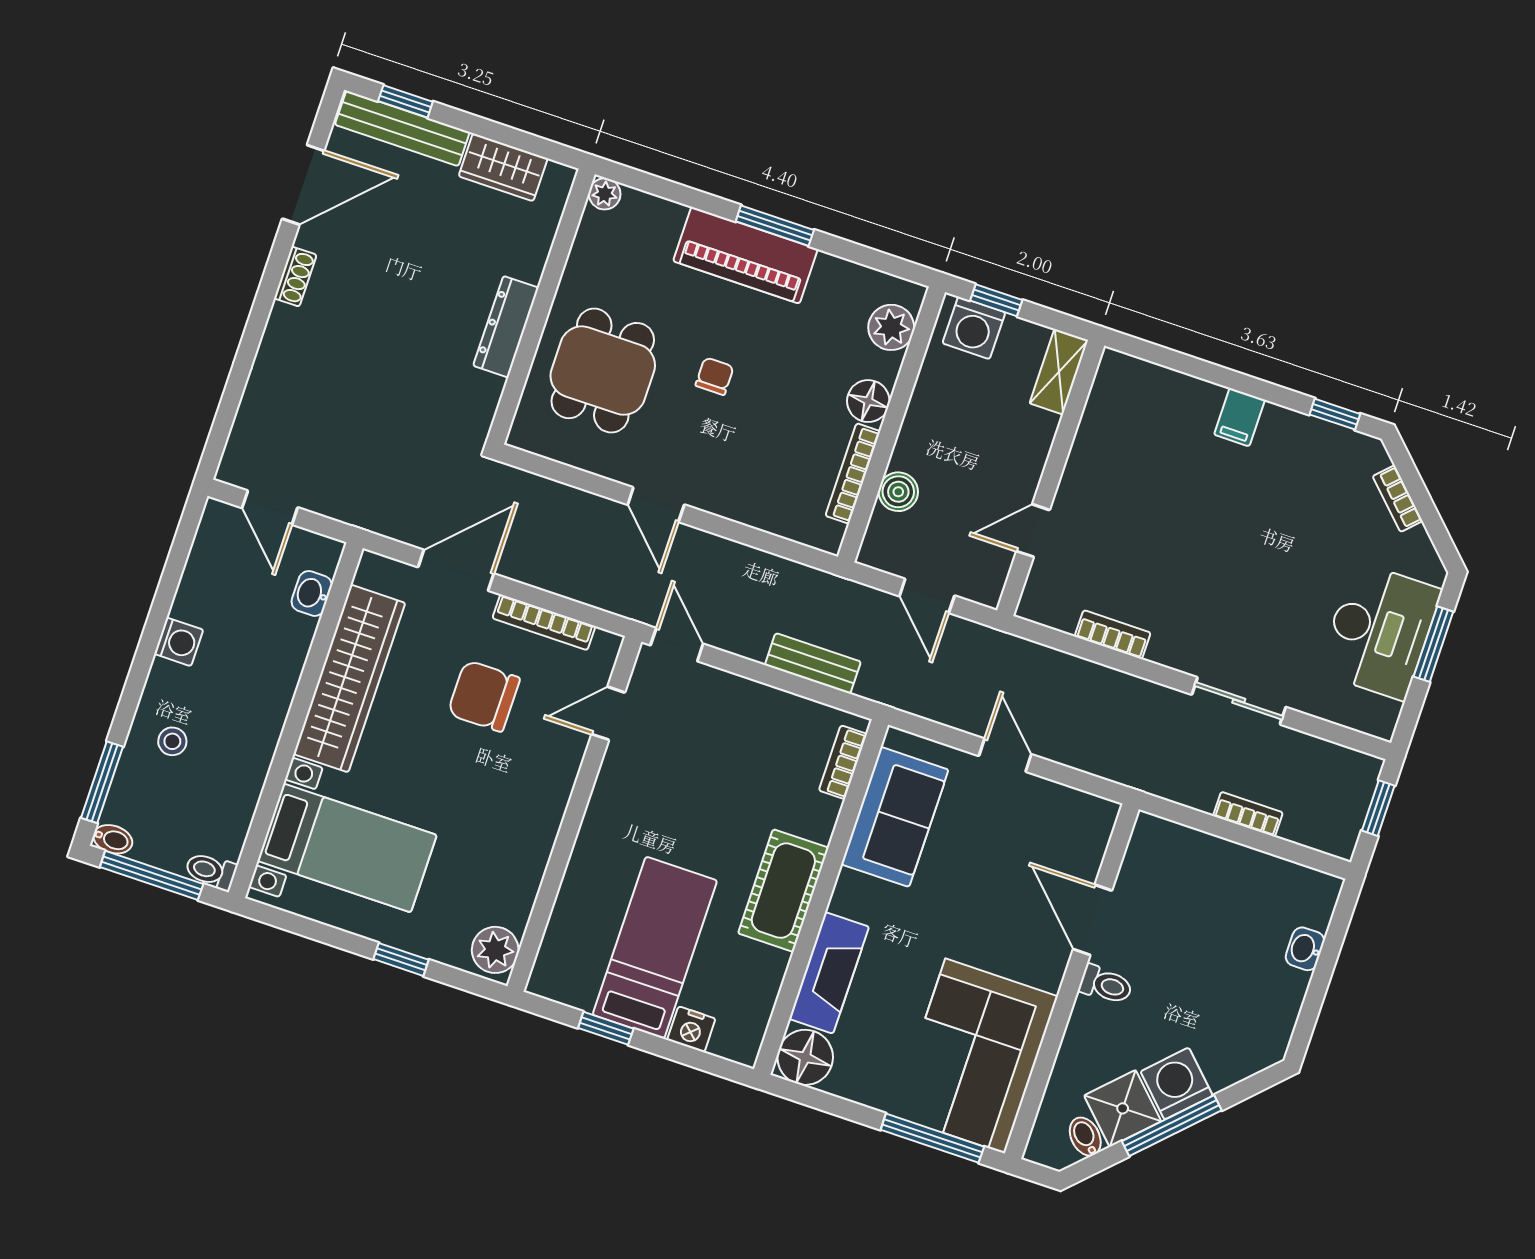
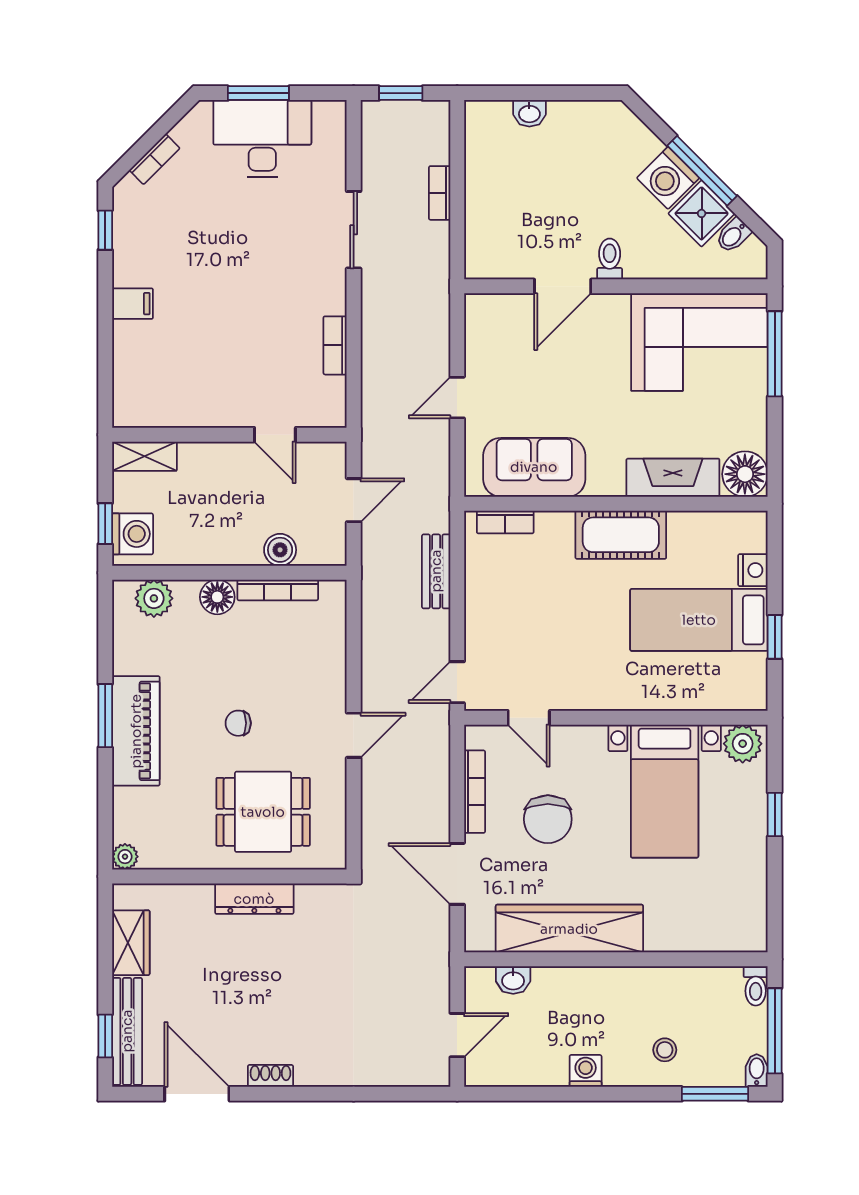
bed with nightstands: (347, 848) -> (665, 791), moved, turned 180

